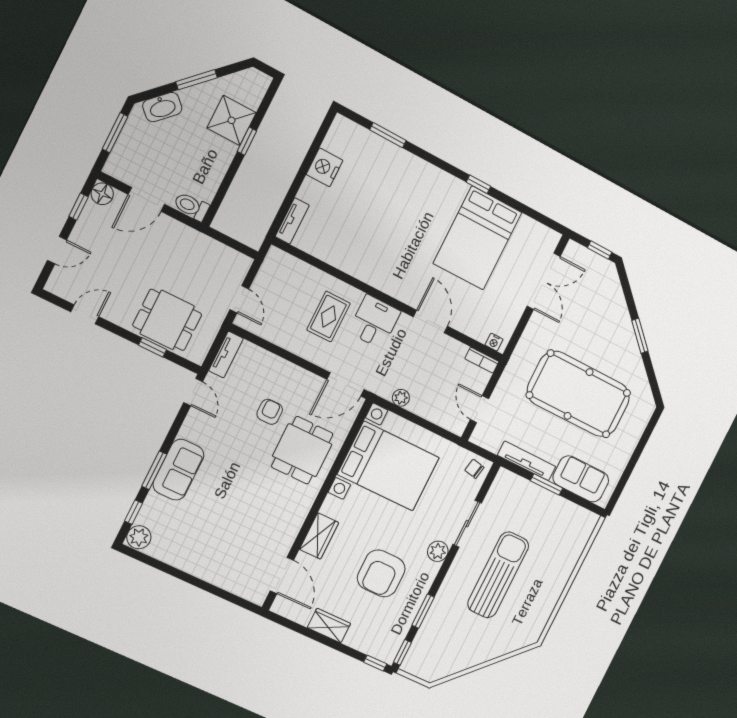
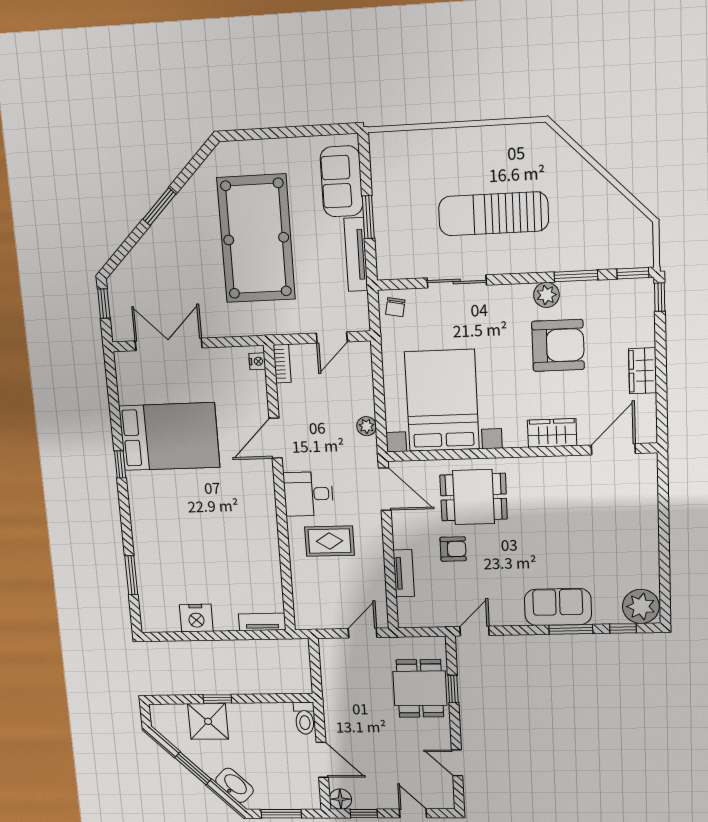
tv unit: (226, 355) -> (404, 573), moved, turned 90
armchair: (270, 412) -> (453, 549), turned 180
plant: (139, 537) -> (641, 606), width x1.36, depth x1.36
plant: (438, 551) -> (546, 295), moved

